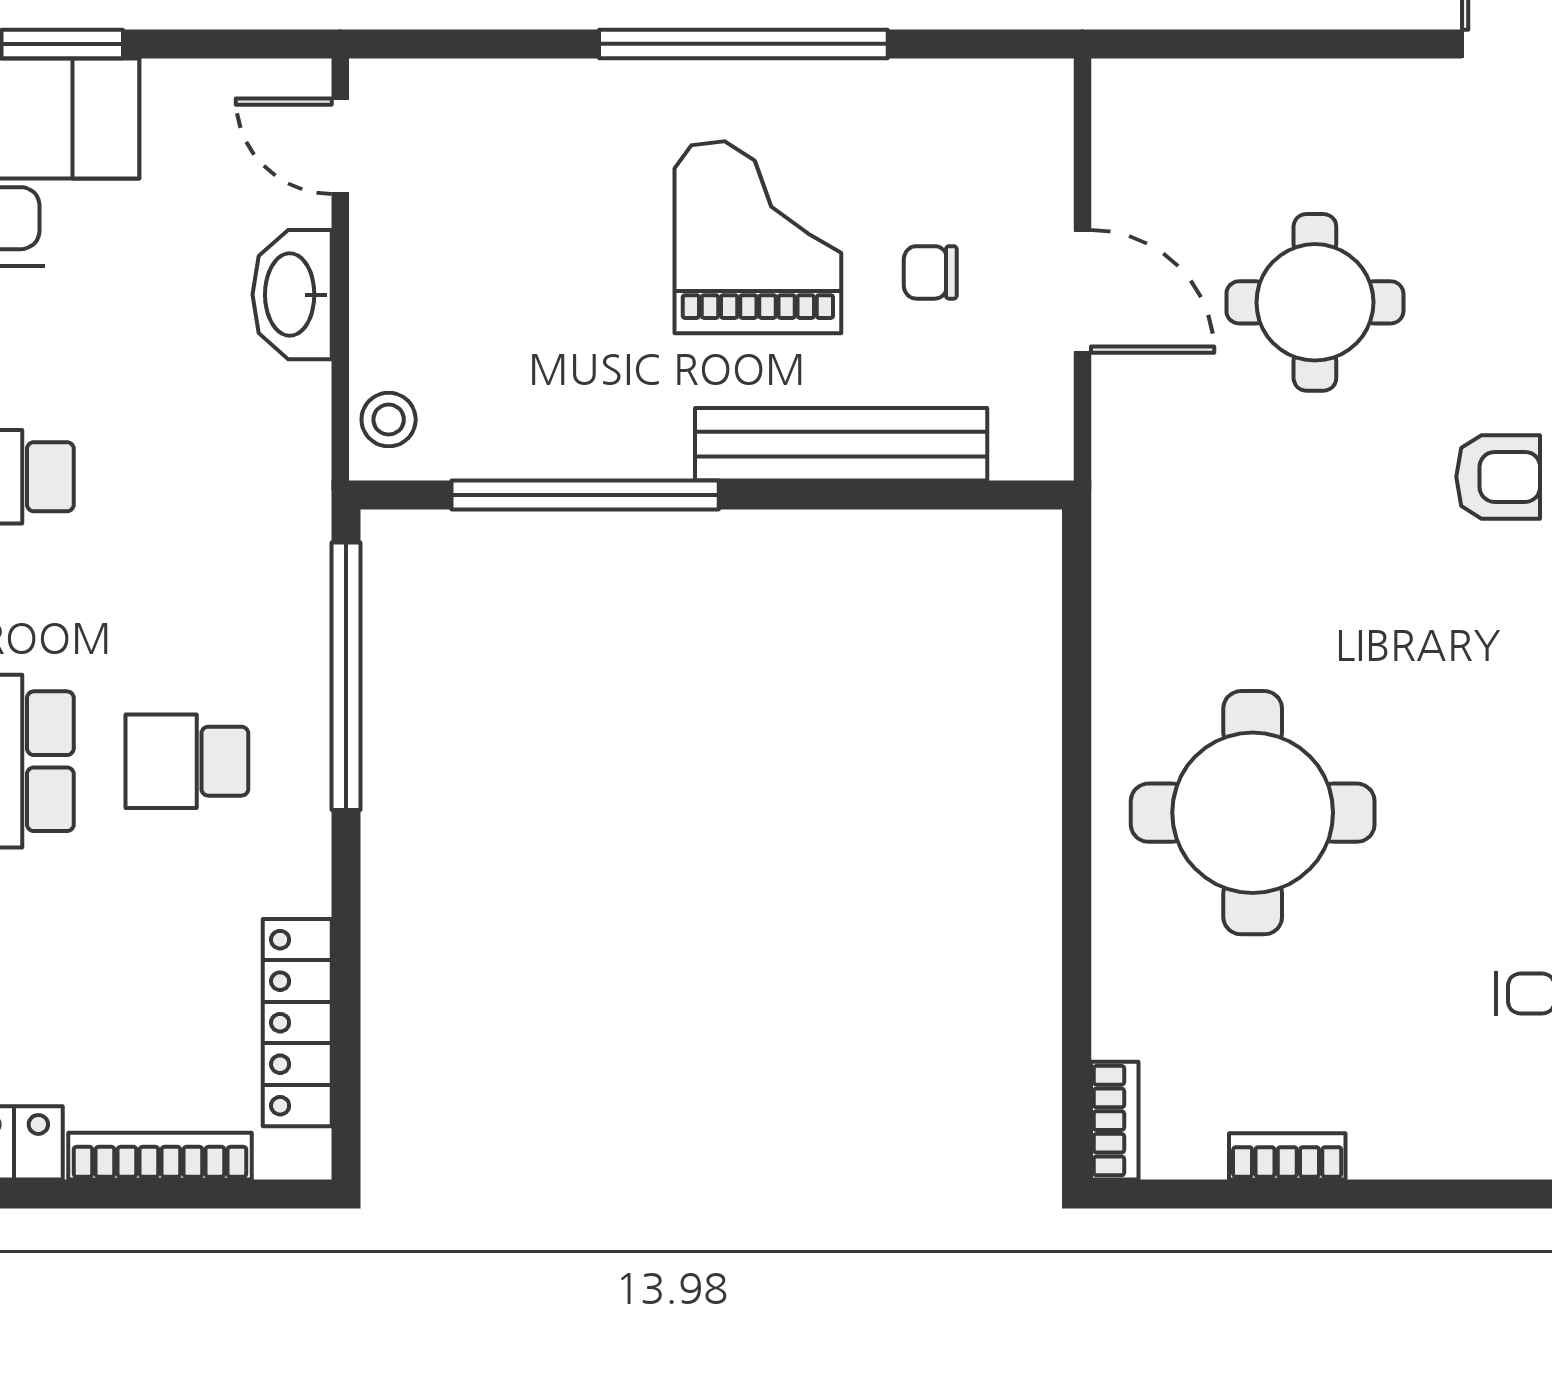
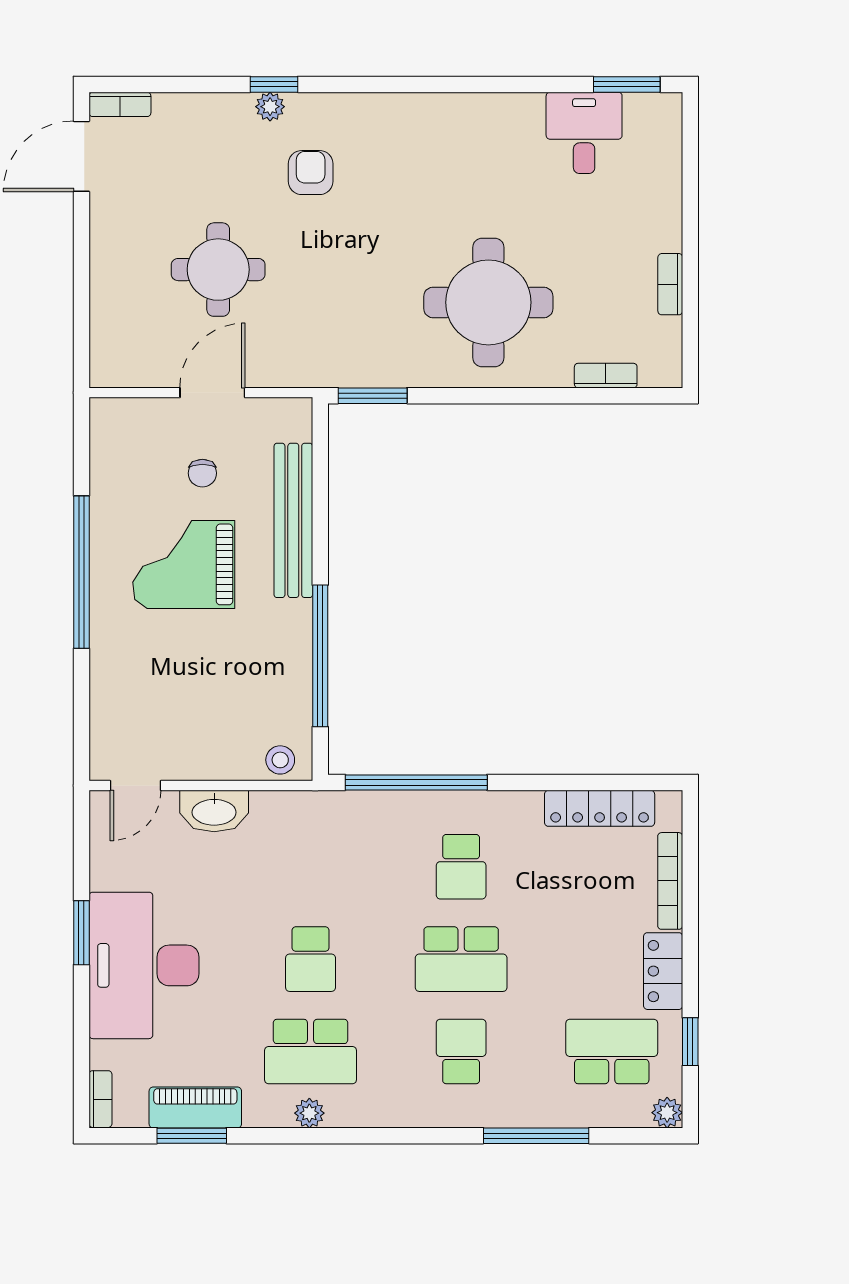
window: (1077, 594) -> (373, 396), added
bookcase: (1115, 1121) -> (606, 376), moved

